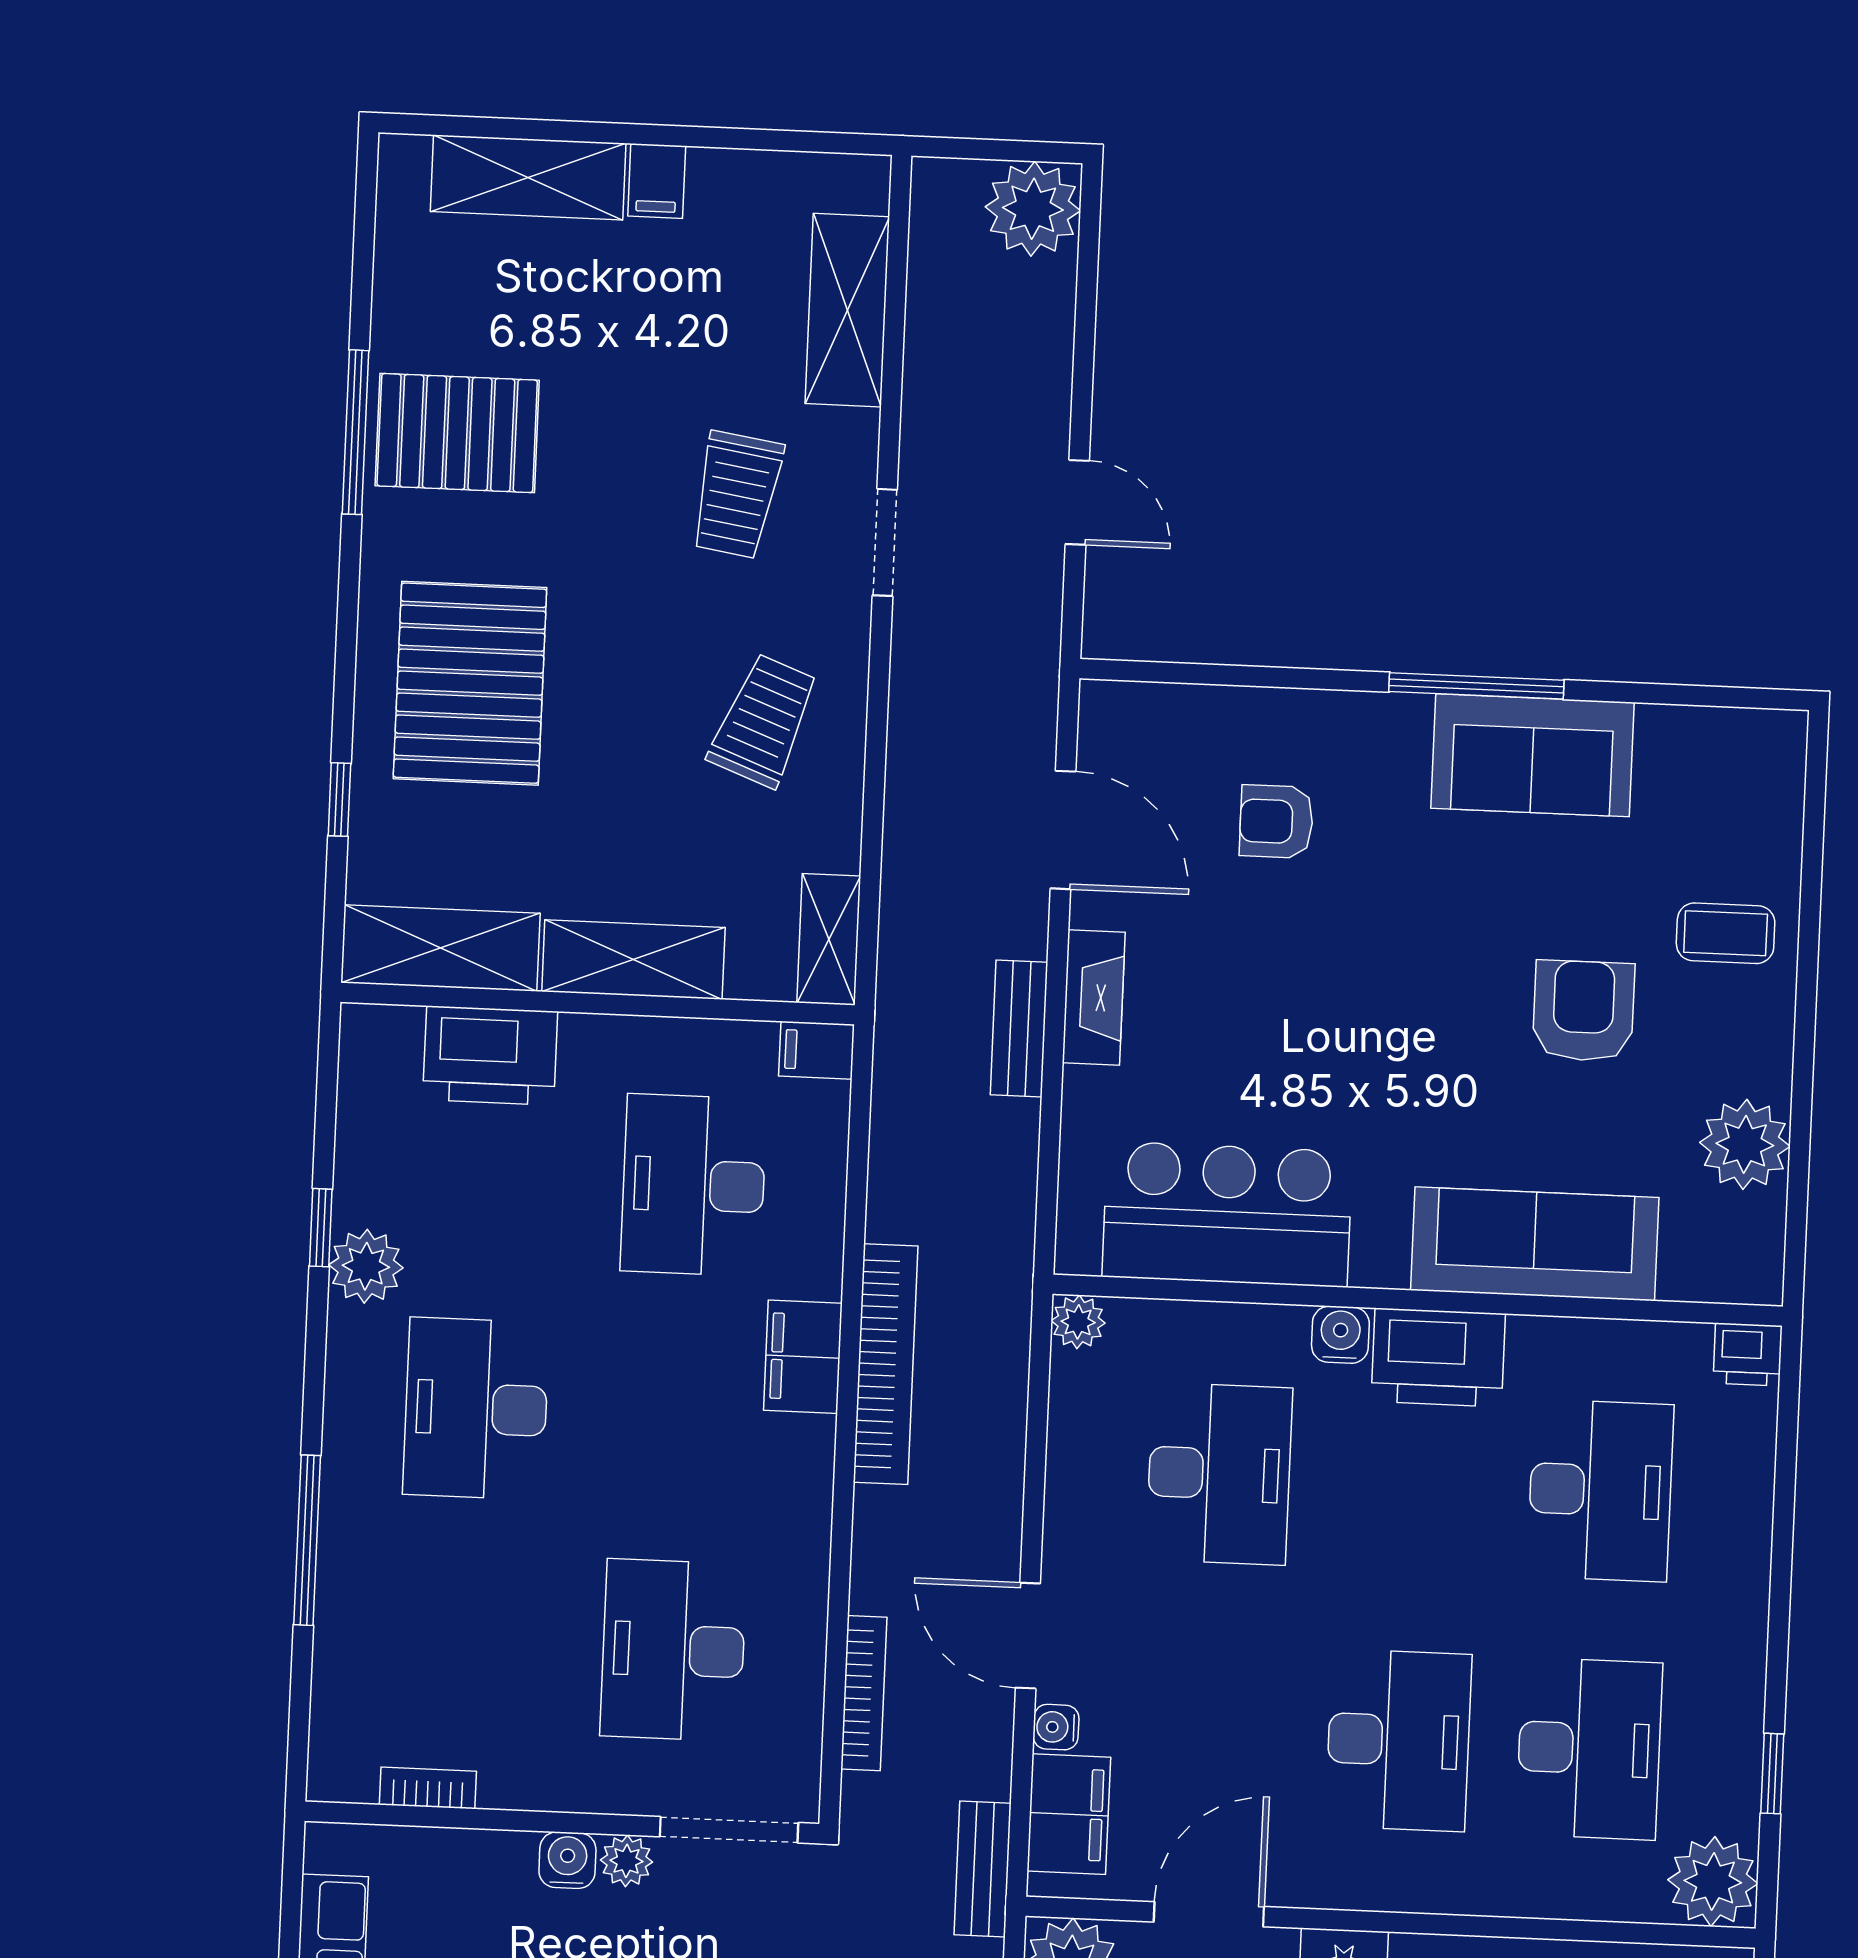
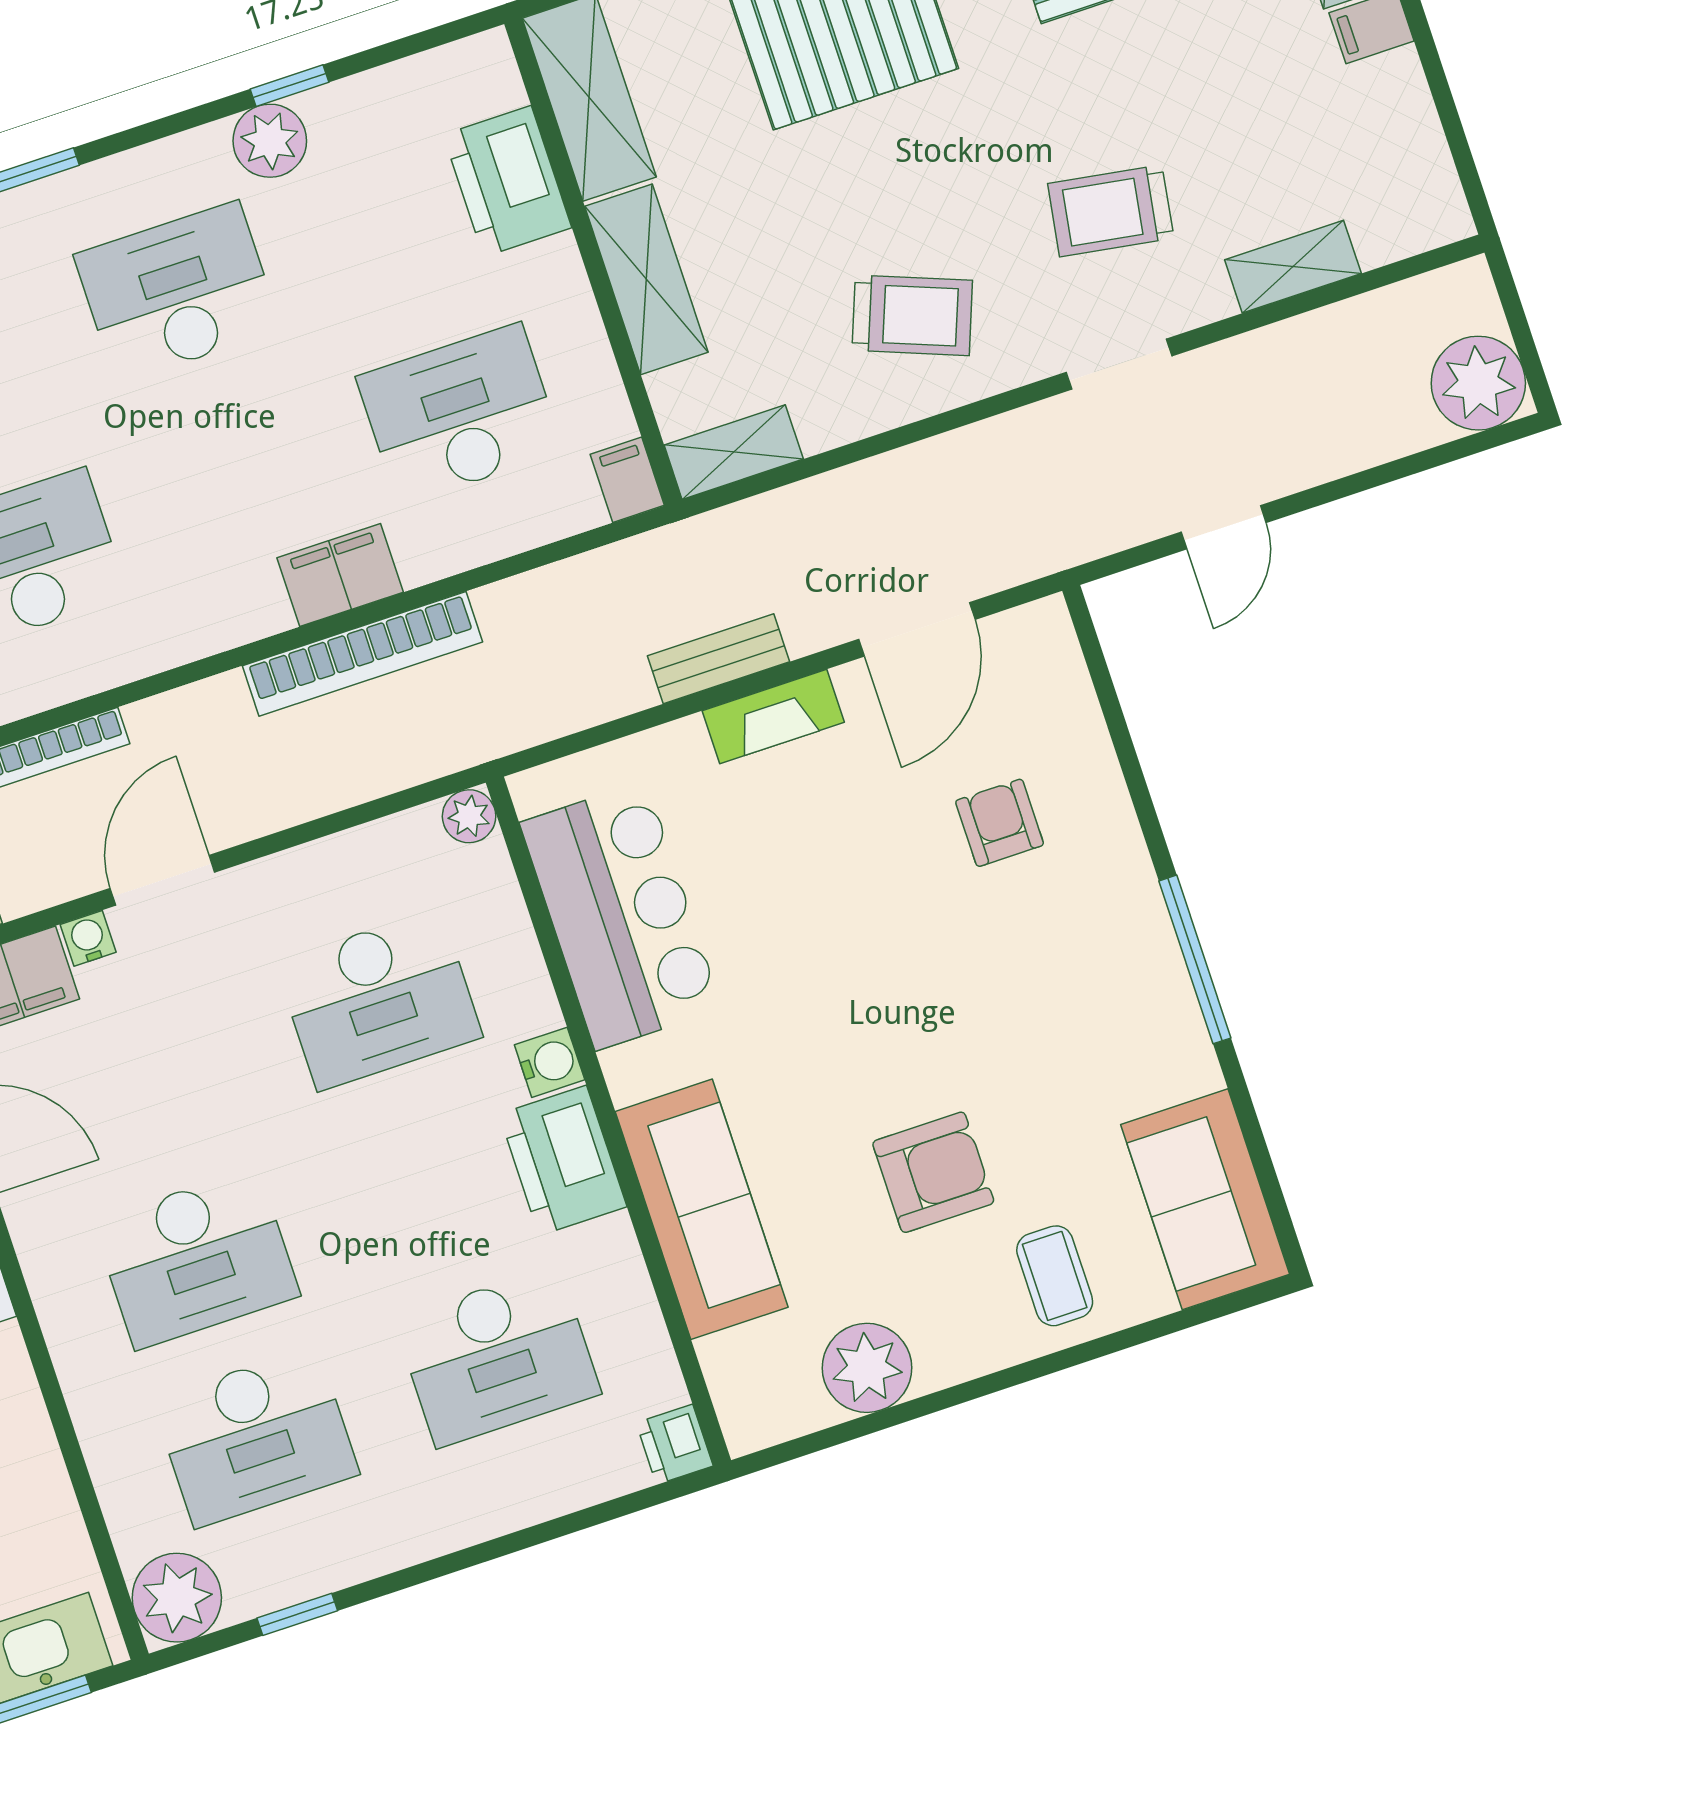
shelving: (847, 310) -> (1293, 267), width x0.67, depth x0.75
sofa: (1532, 755) -> (1205, 1199), moved

